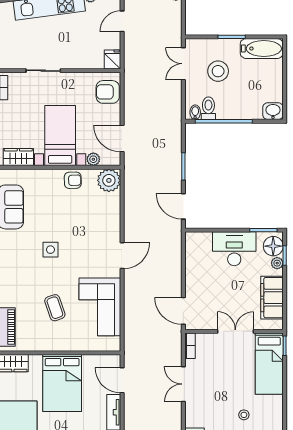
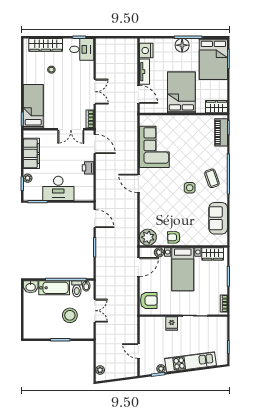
door: (122, 21) -> (138, 351), swing flipped
bathtub: (262, 49) -> (54, 288), moved, turned 180
fridge: (112, 60) -> (172, 324), moved
double door: (183, 64) -> (95, 311), moved
door: (122, 139) -> (138, 267), hinge flipped
floor lamp: (273, 246) -> (30, 190), removed
door: (122, 256) -> (138, 183), hinge flipped
printer: (193, 277) -> (88, 168), added
coffee table: (55, 308) -> (212, 178), moved
double door: (235, 331) -> (71, 129), moved

